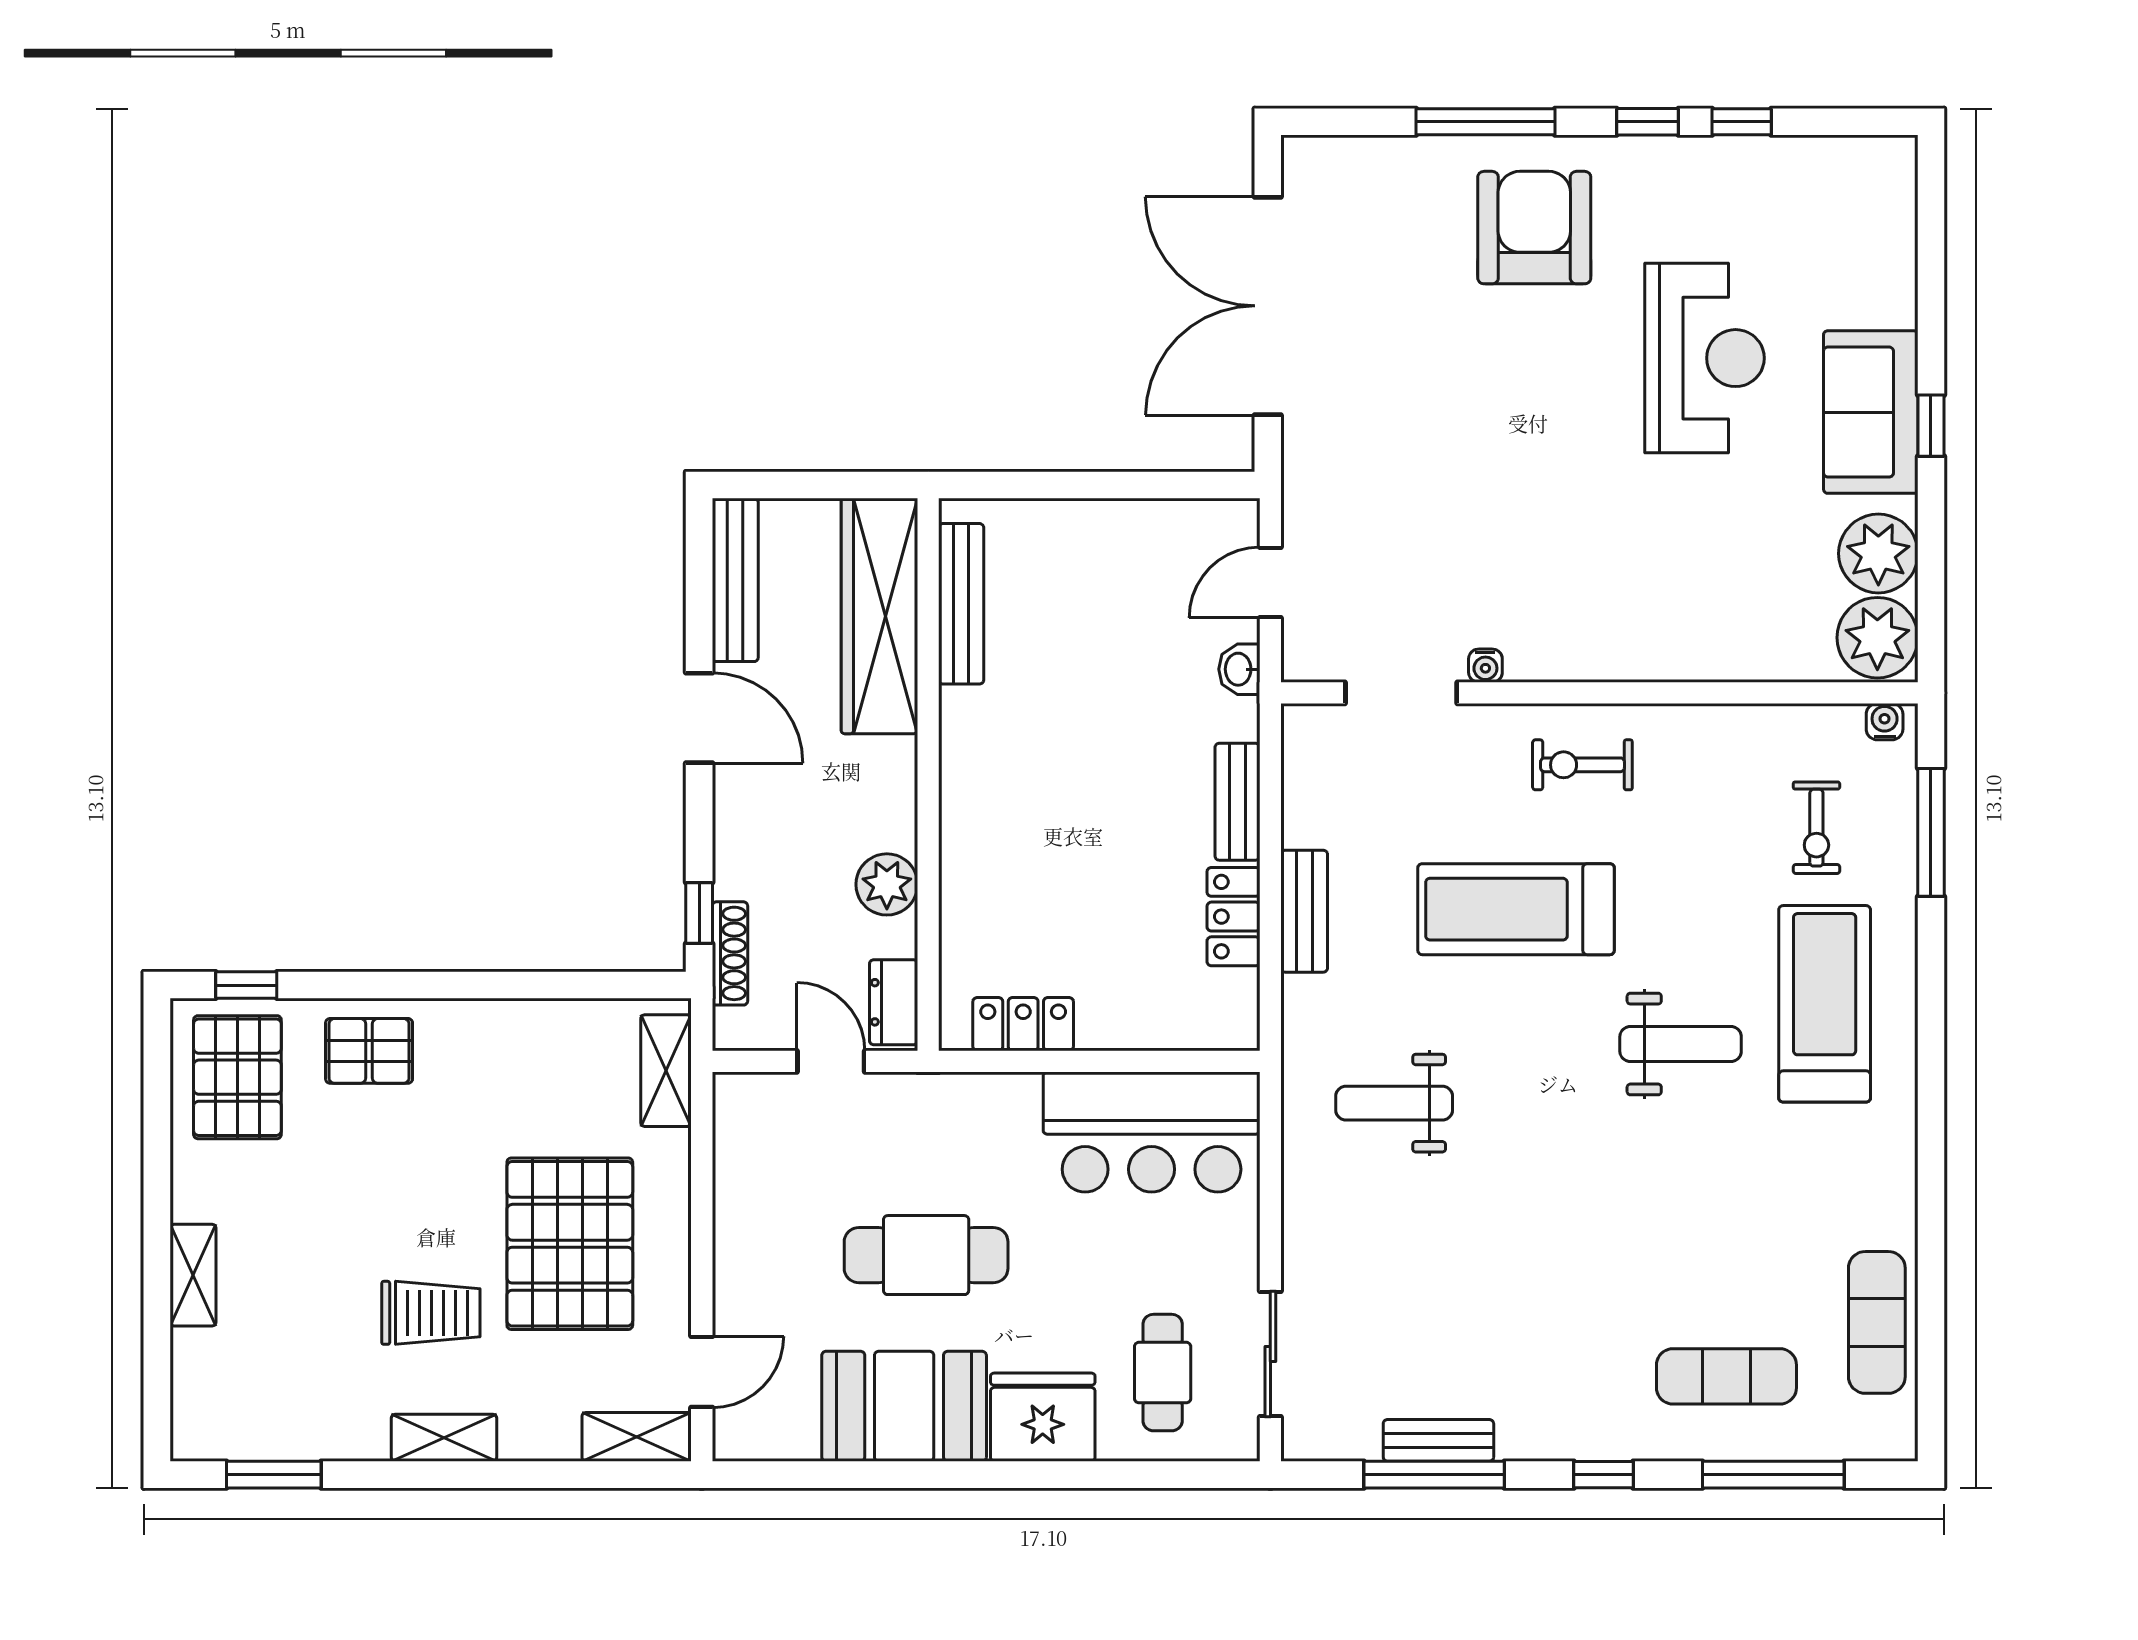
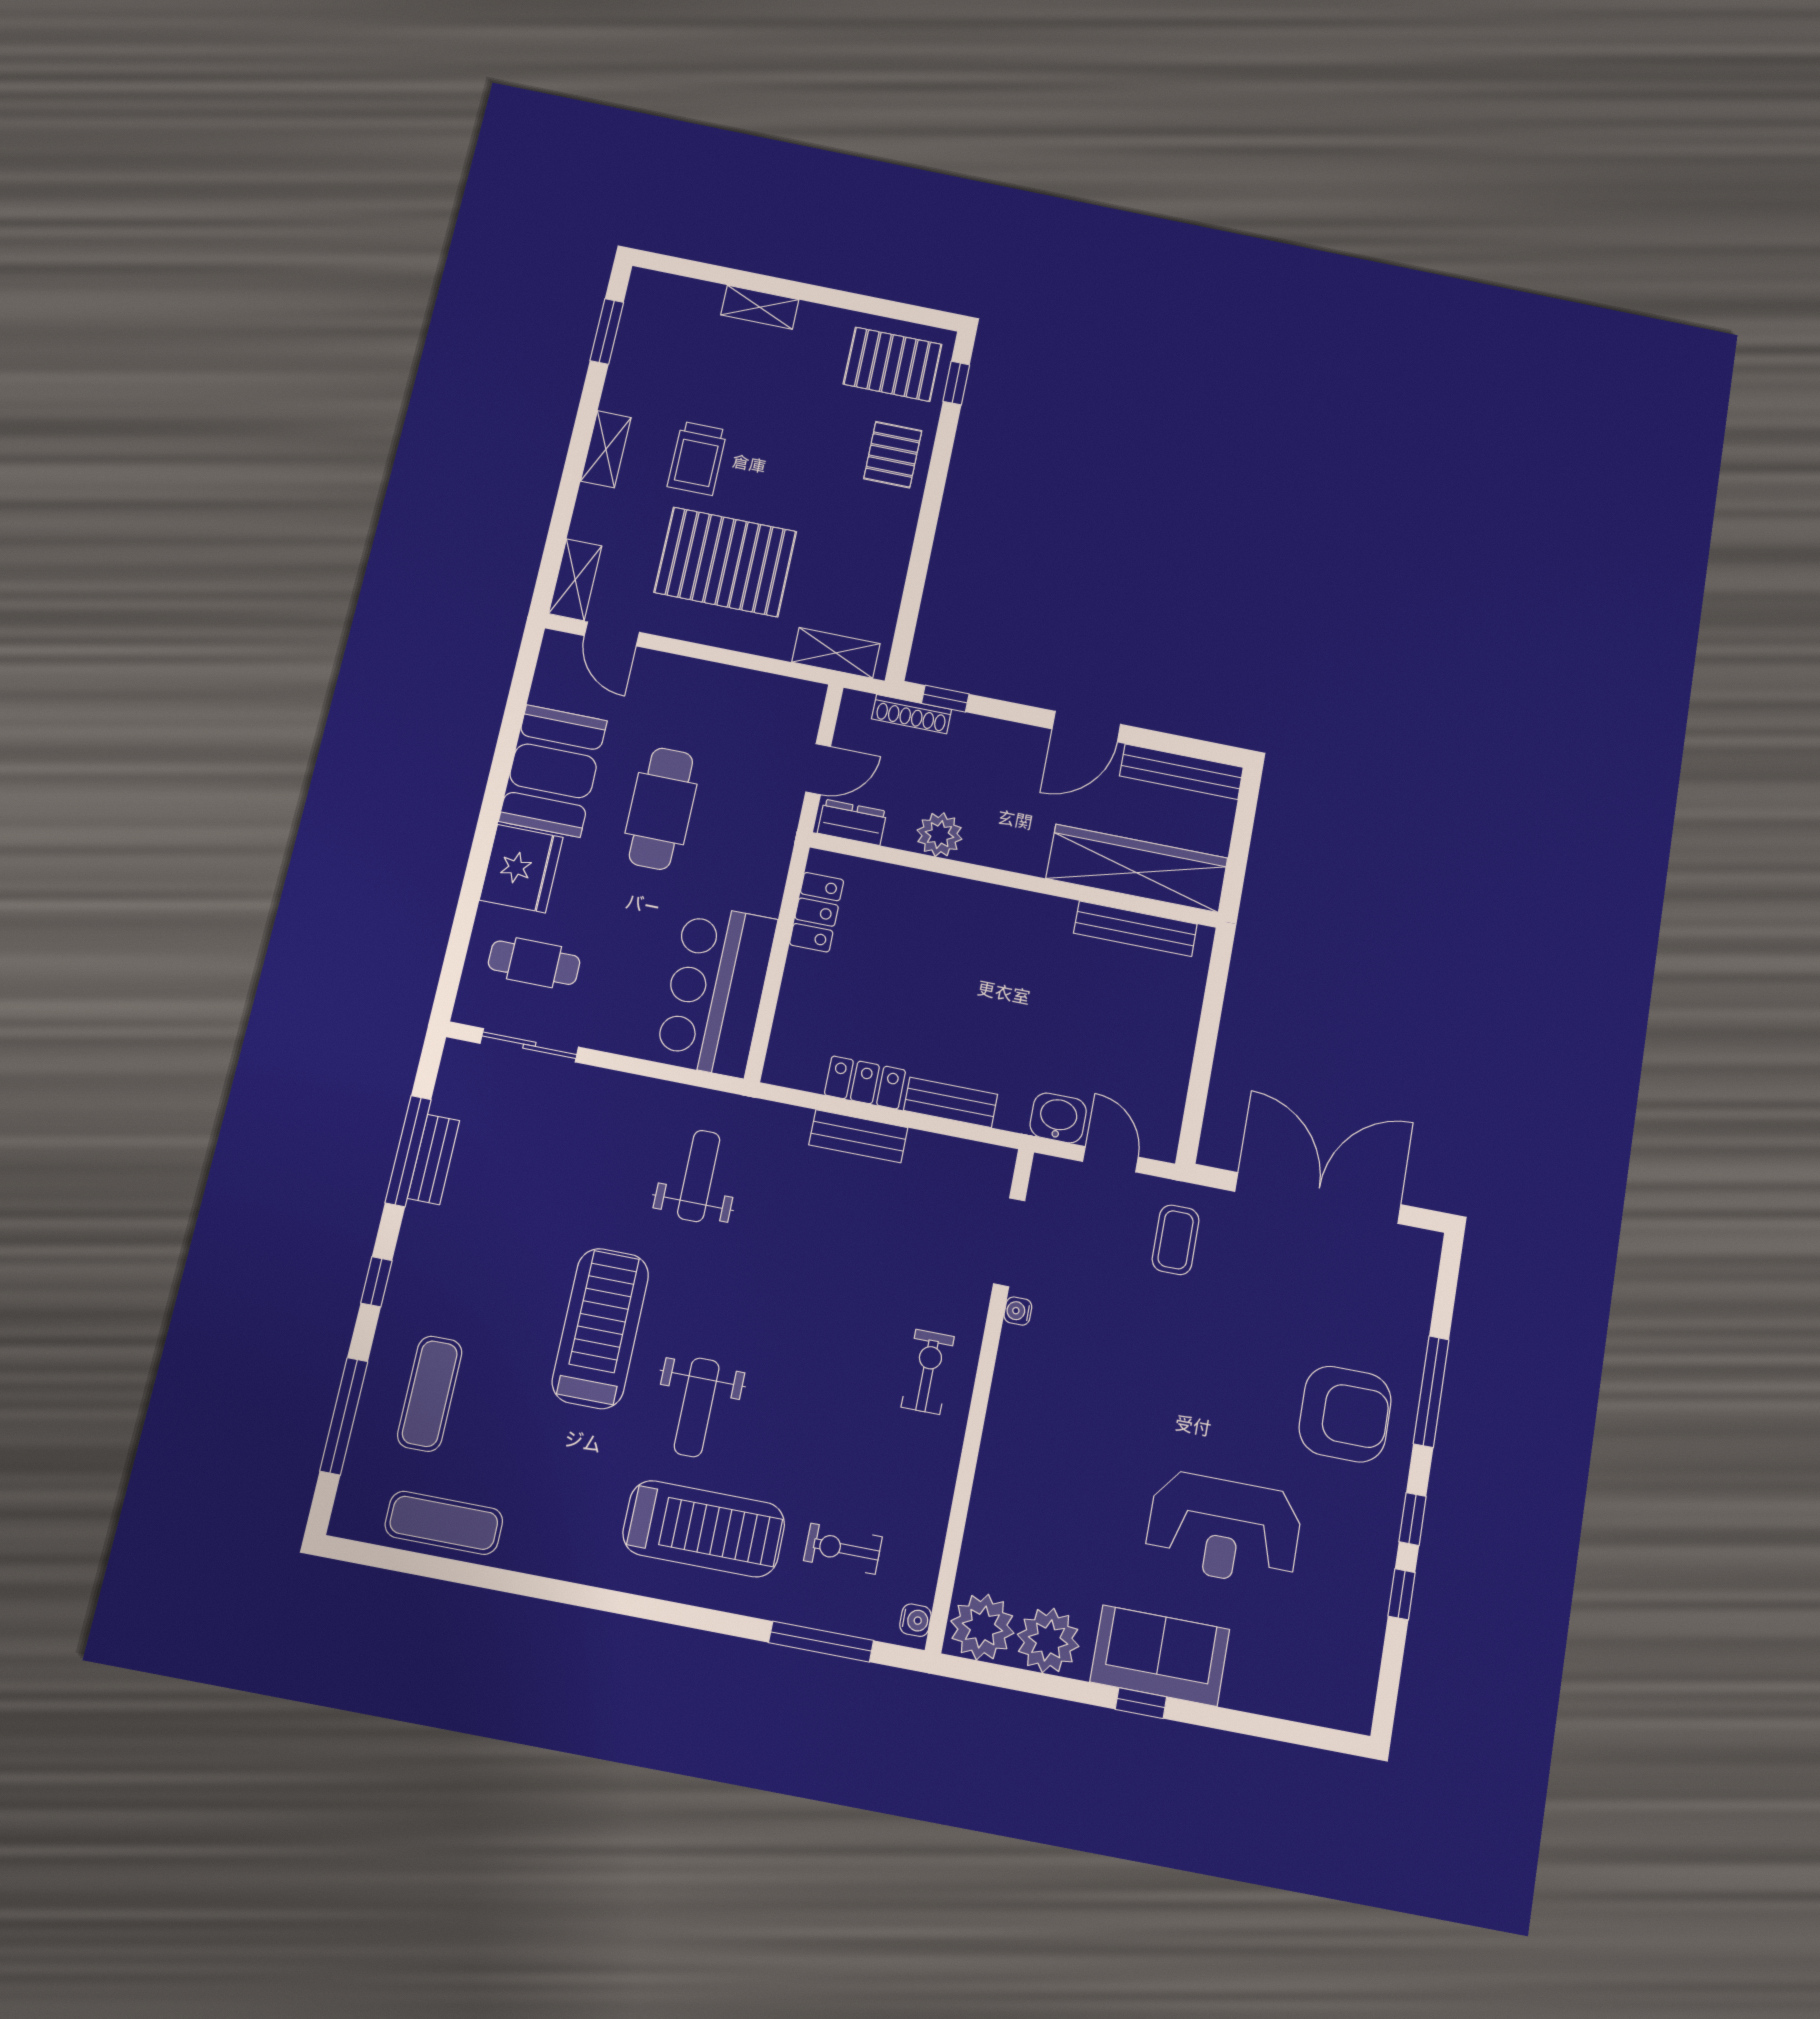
coffee table: (1357, 481) -> (1176, 1240), added
washbasin: (1239, 669) -> (1058, 1118), width x1.38, depth x1.45
treadmill: (1516, 909) -> (600, 1328), moved

